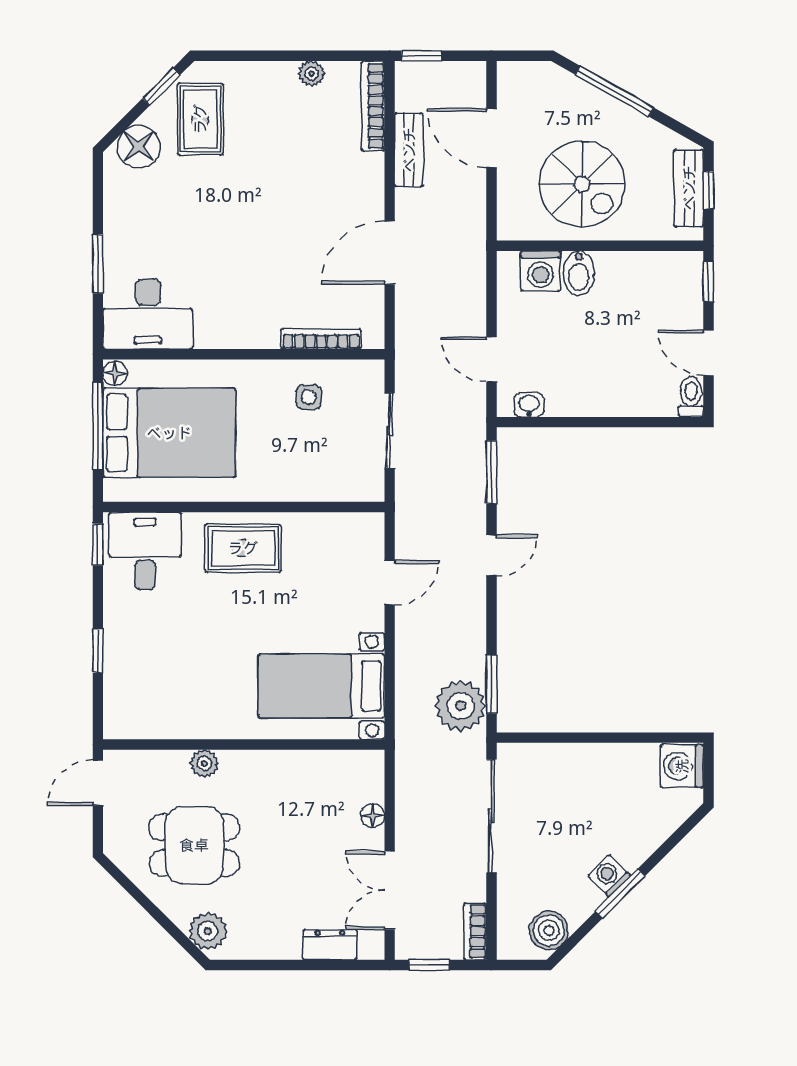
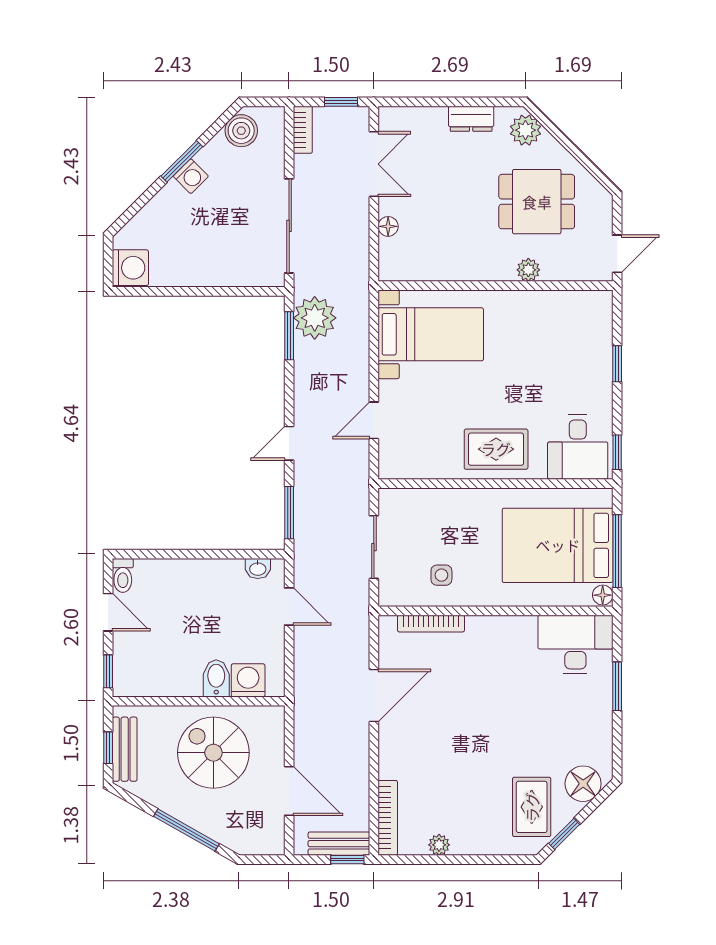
bench: (409, 150) -> (339, 844), moved, turned 90
dresser: (330, 945) -> (471, 119), moved

